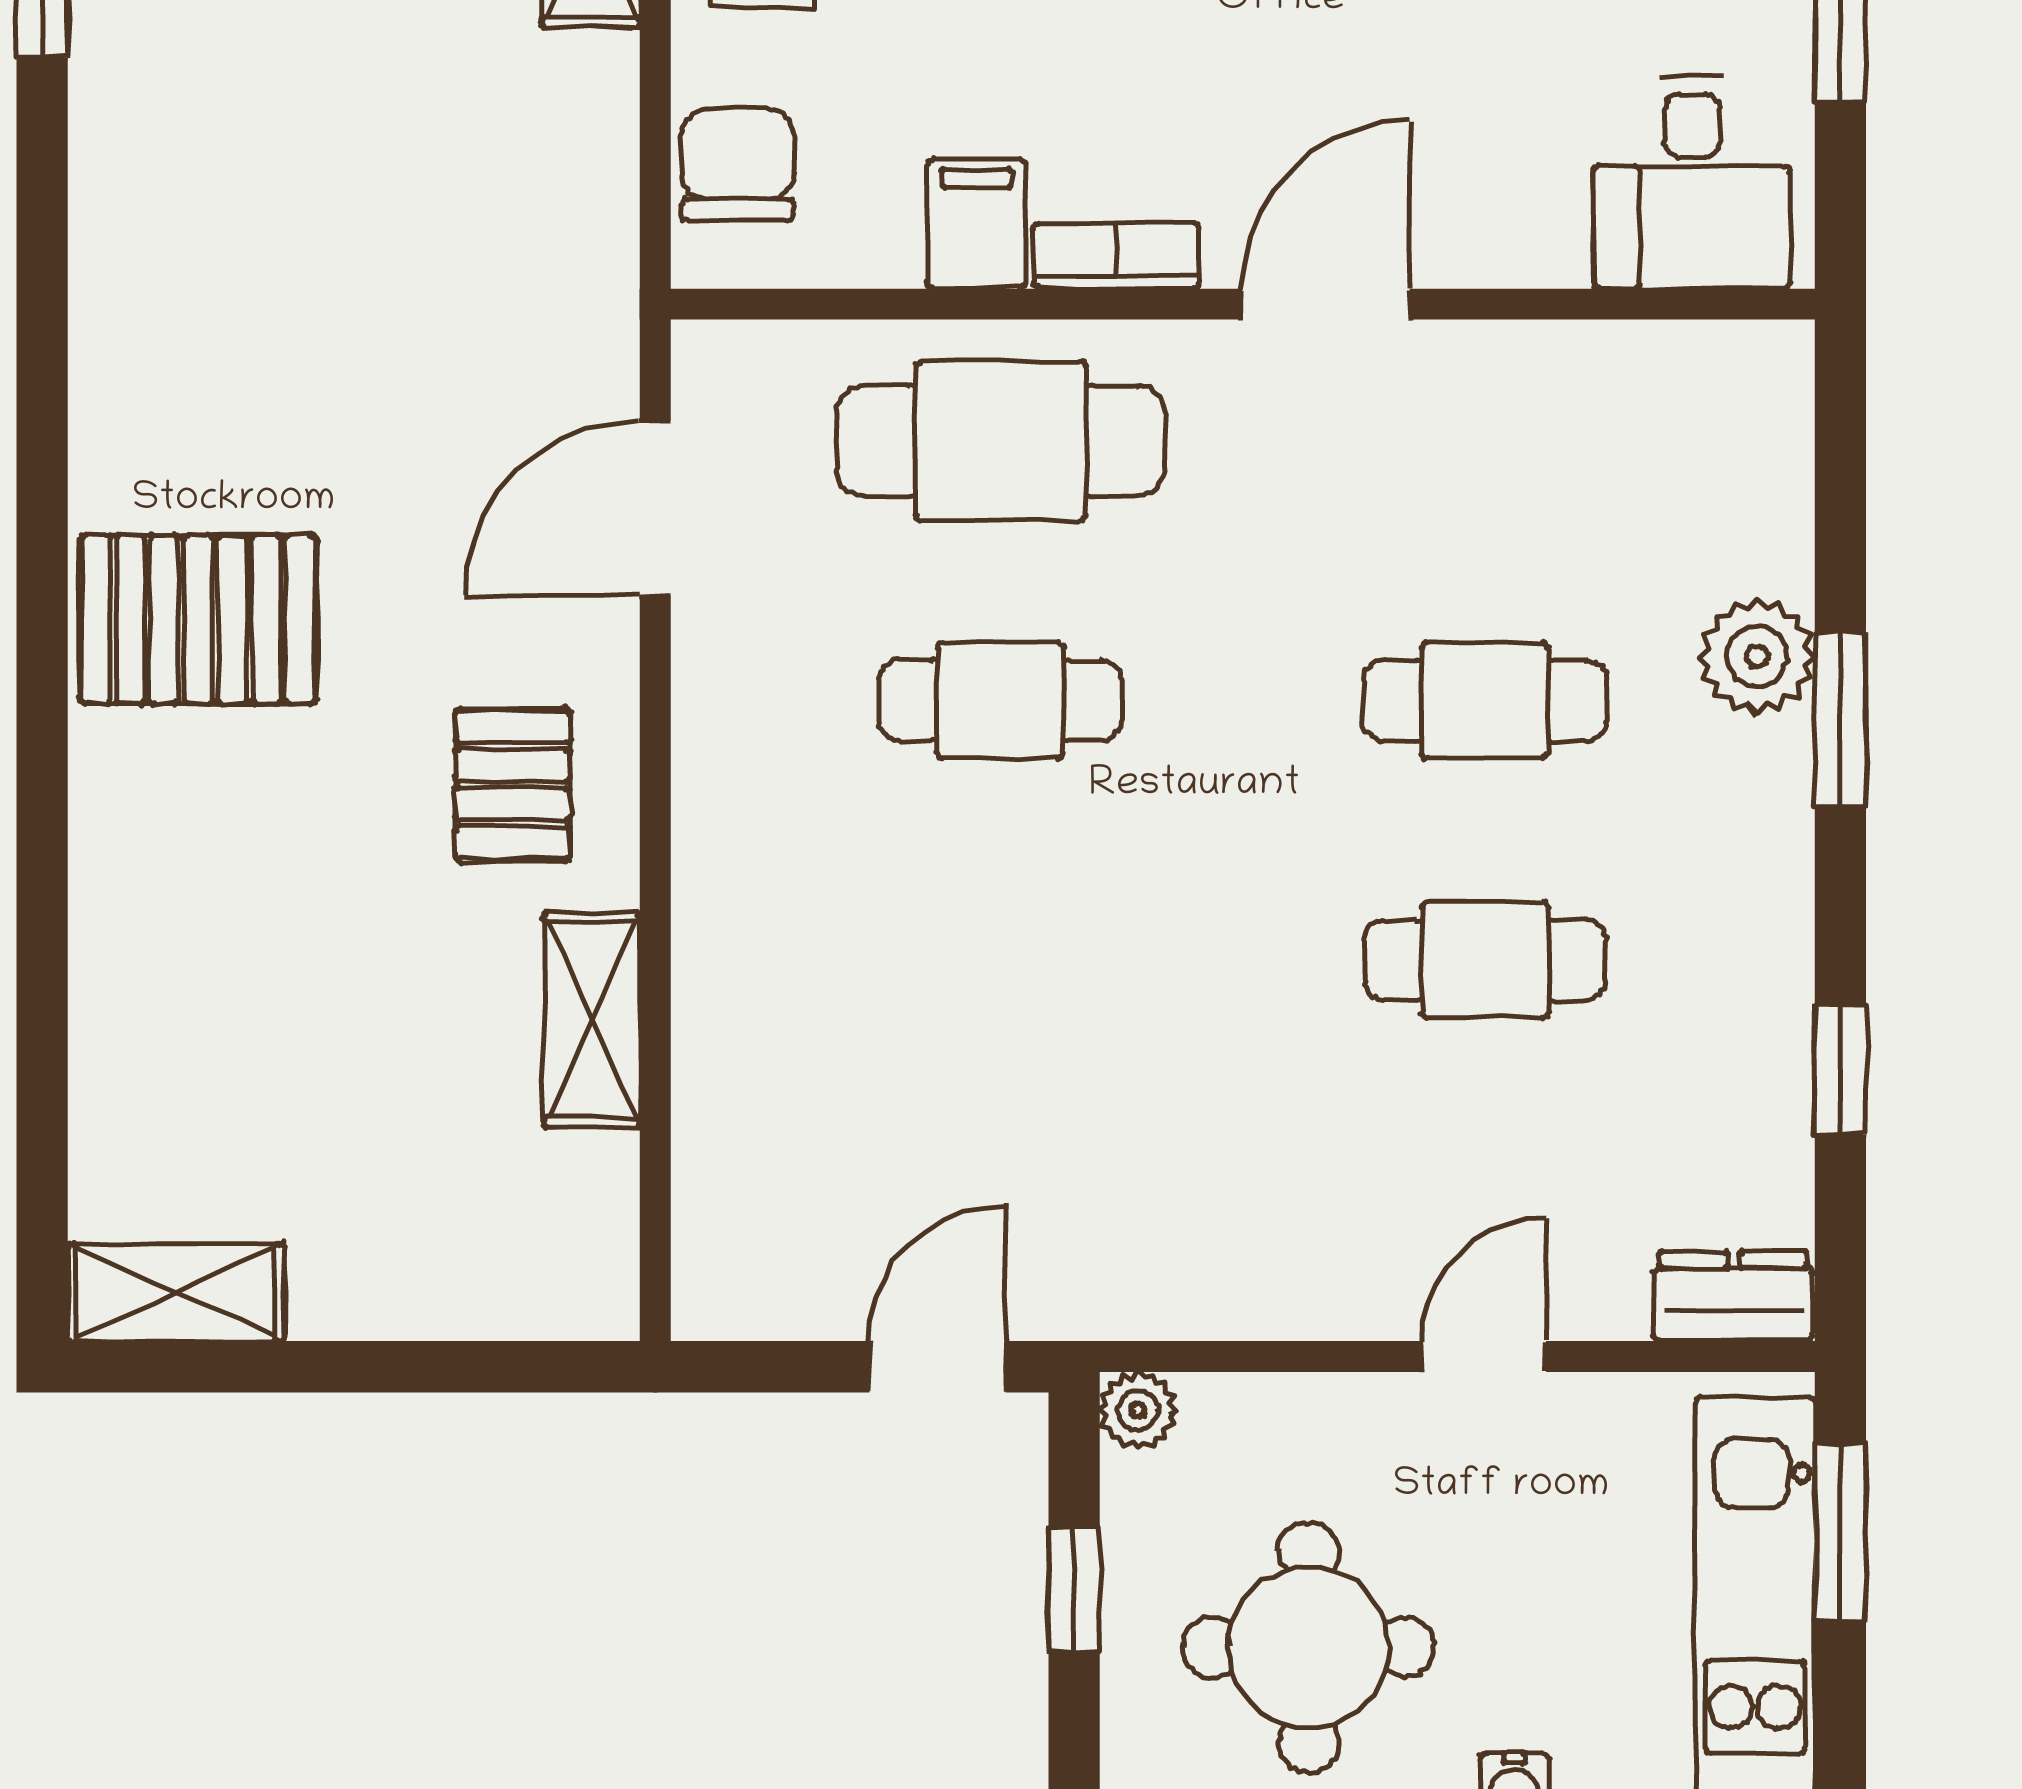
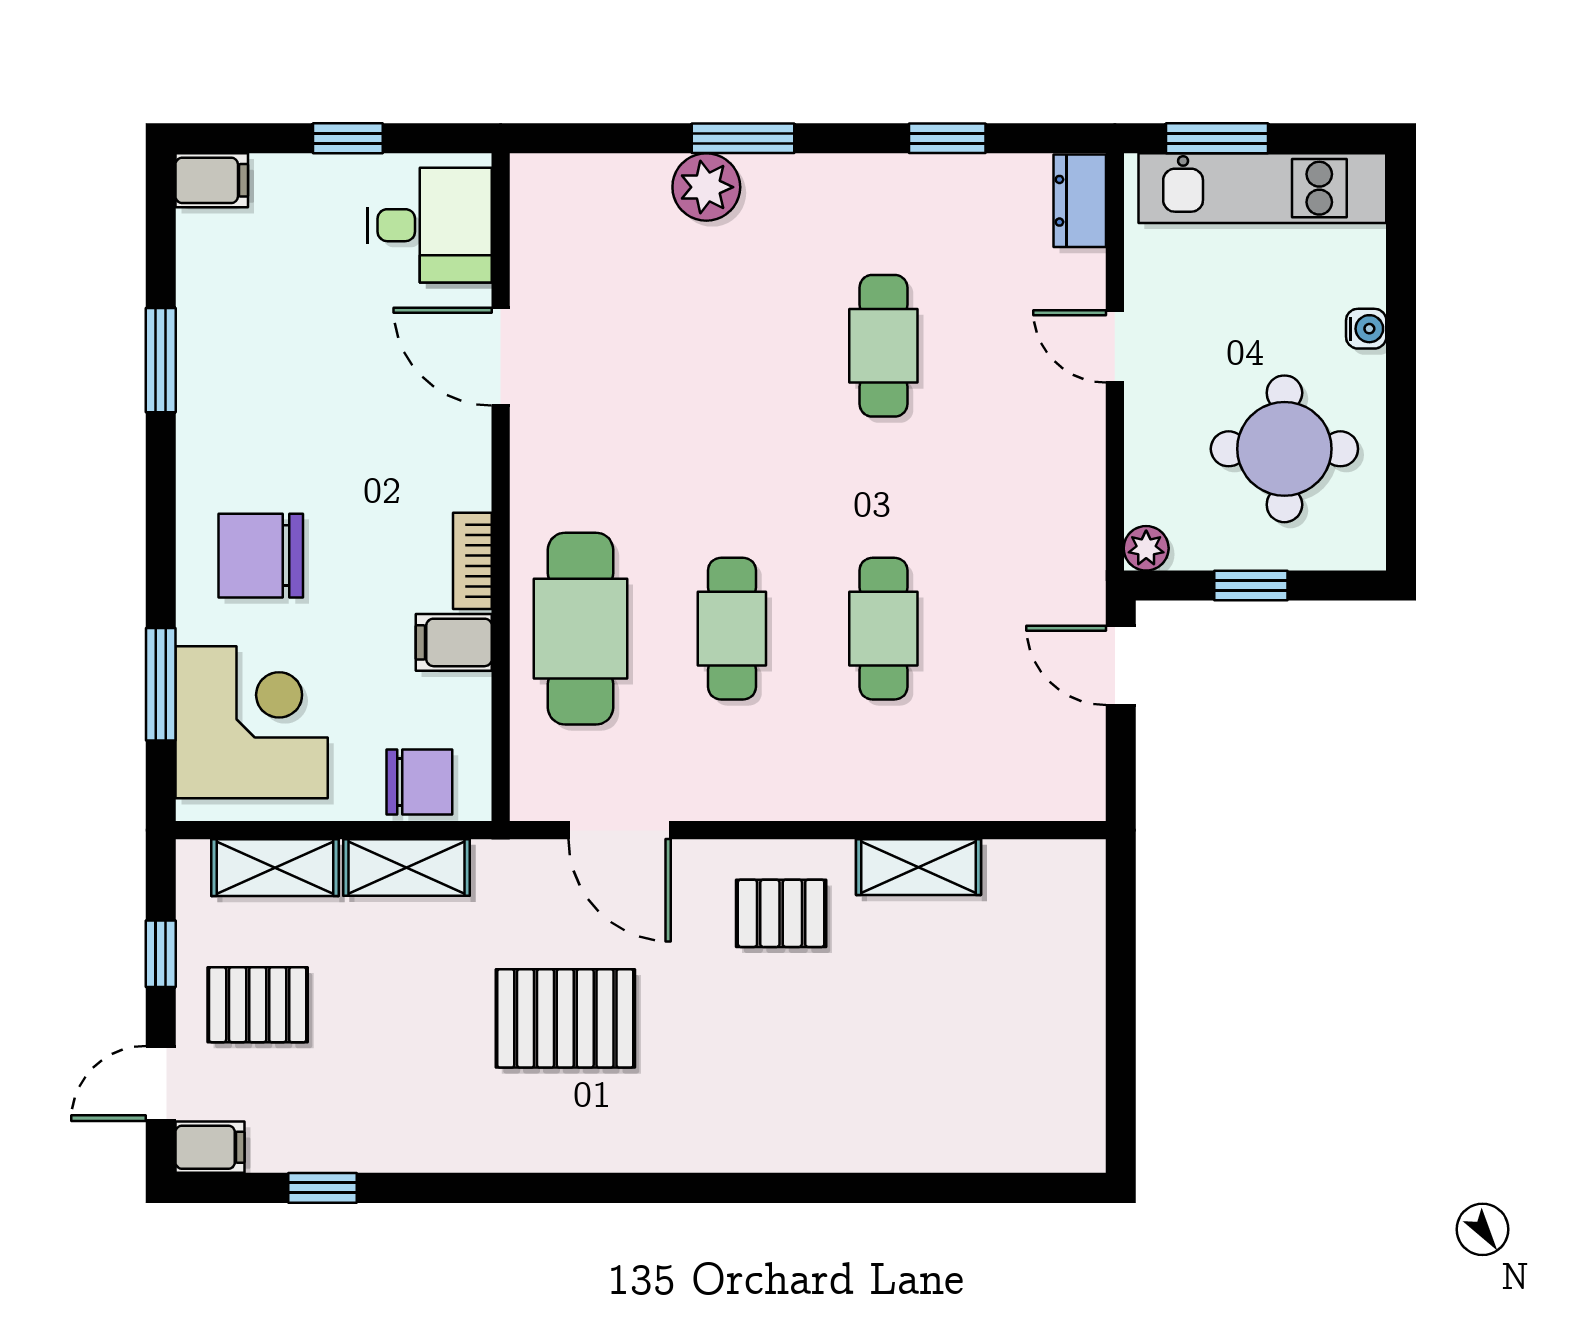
chair: (738, 165) -> (419, 782), turned 180
door: (1326, 304) -> (501, 357), moved
pallet: (198, 620) -> (565, 1018), moved, turned 90
cafe table: (1485, 701) -> (883, 629), moved
shelving: (176, 1292) -> (407, 867), moved, turned 90

